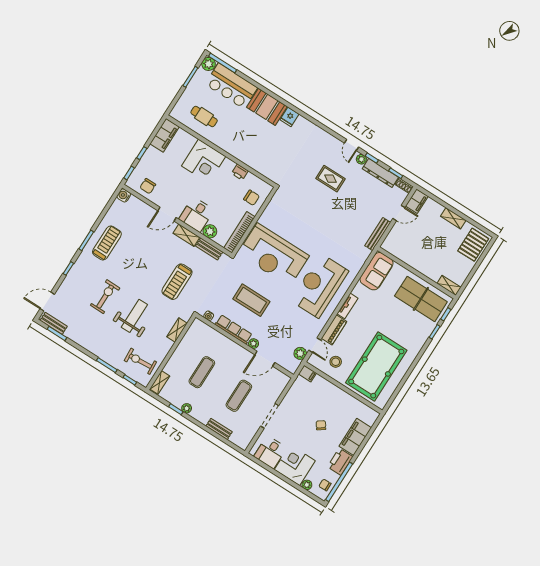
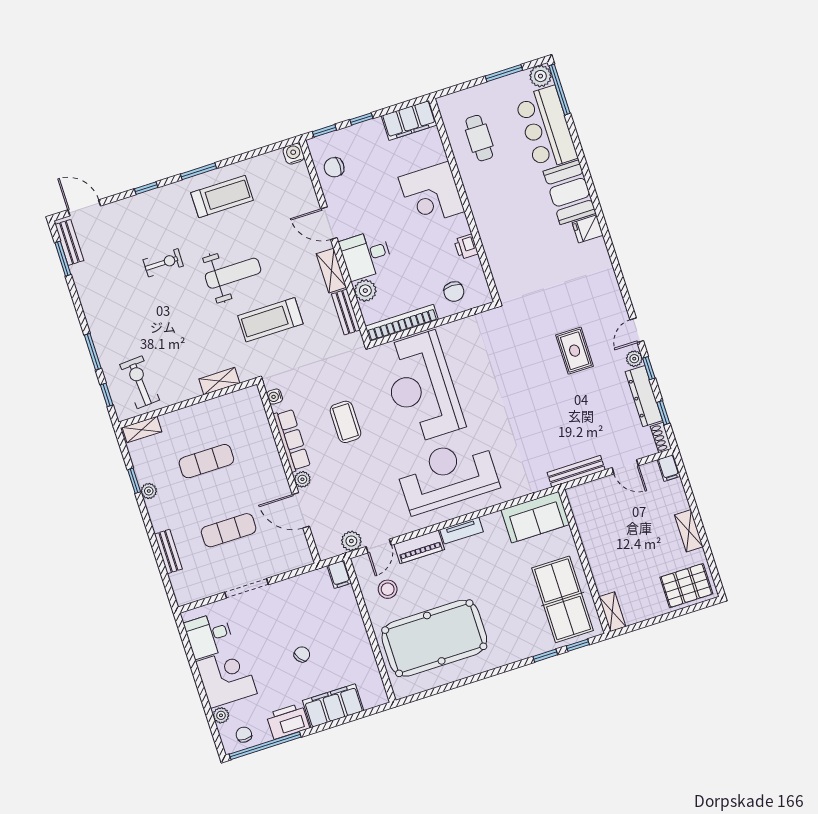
filing cabinet: (417, 201) -> (669, 468), width x0.50
exercise bike: (105, 297) -> (163, 263), width x0.73, depth x0.72
coffee table: (251, 300) -> (346, 422), width x0.73, depth x0.76
weight bench: (134, 316) -> (233, 273), moved

